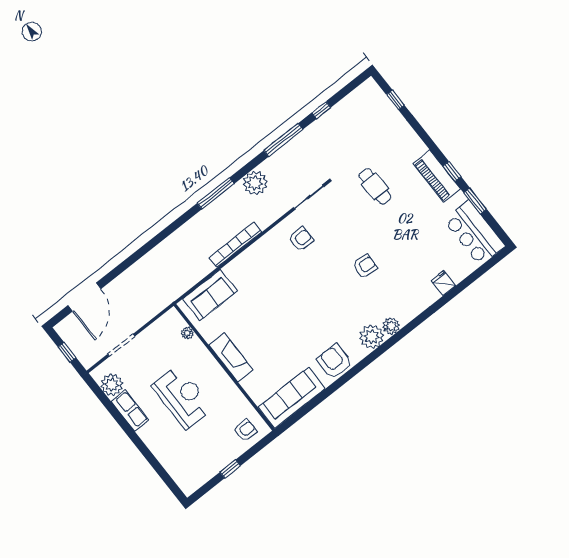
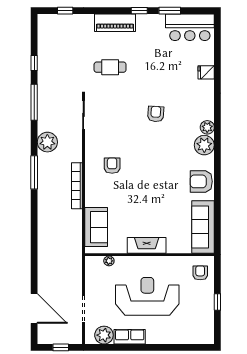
piano: (437, 176) -> (115, 23), moved
armchair: (301, 239) -> (112, 166), moved
reception desk: (182, 397) -> (147, 296), width x1.36, depth x1.30

